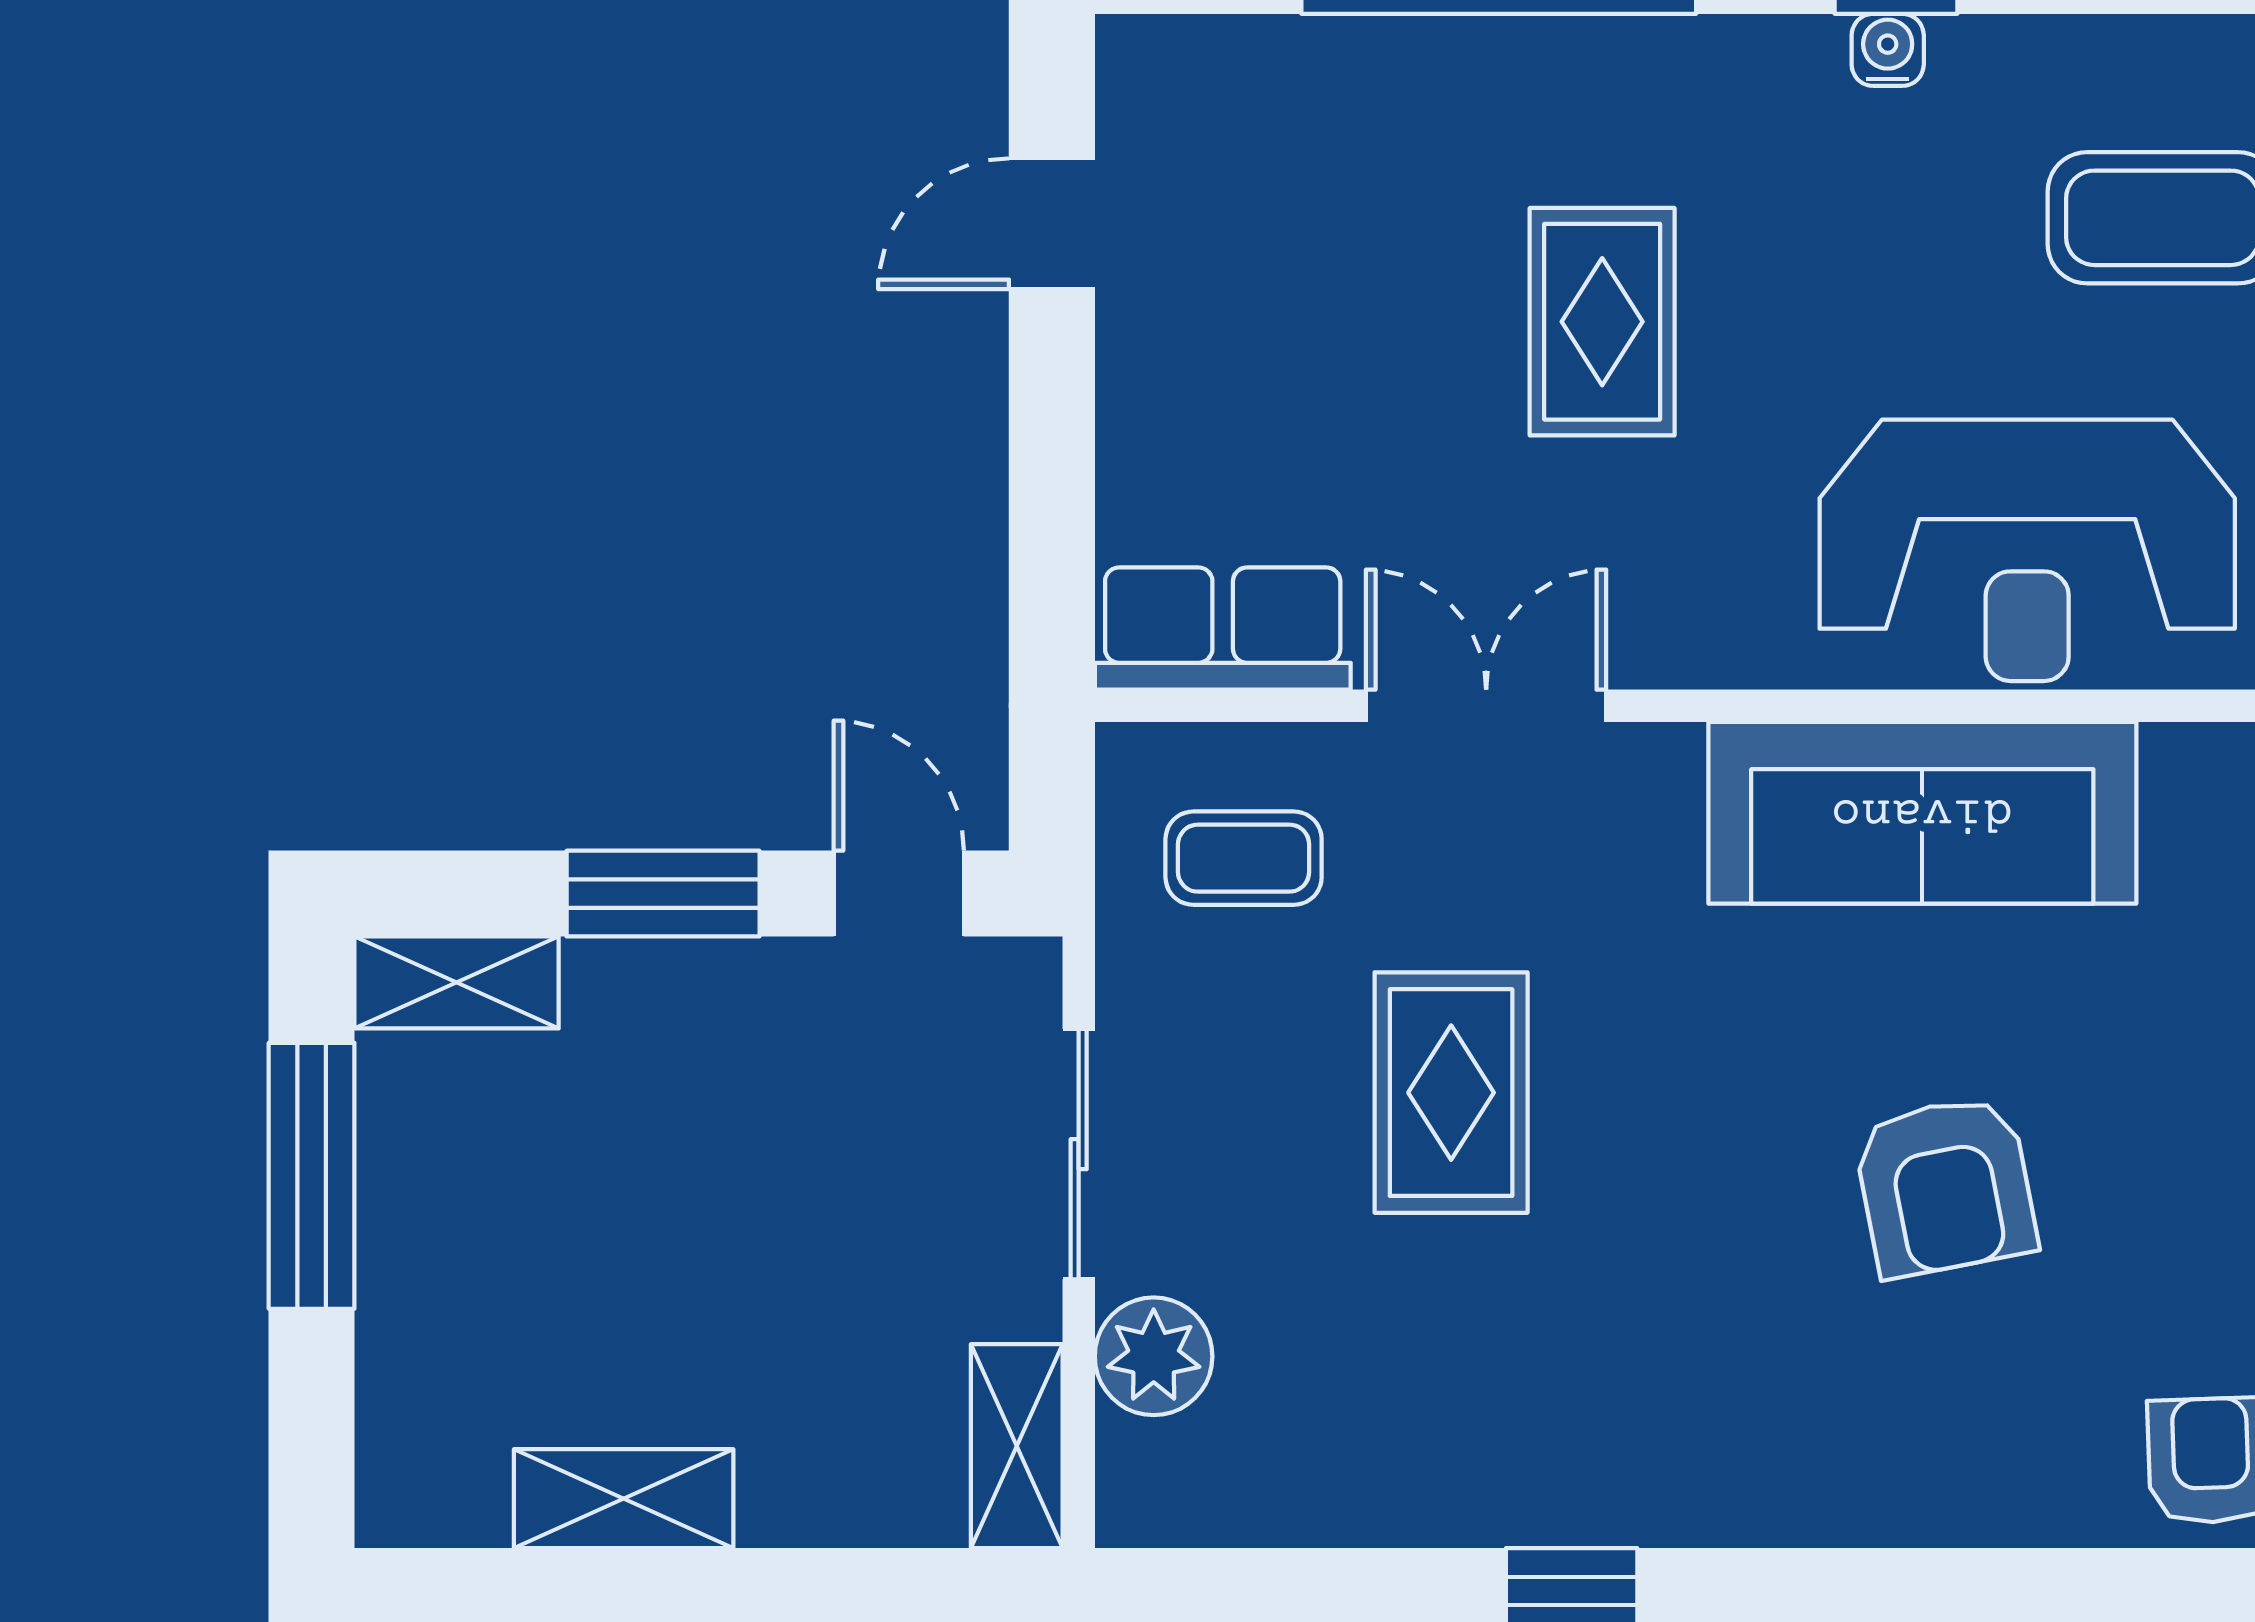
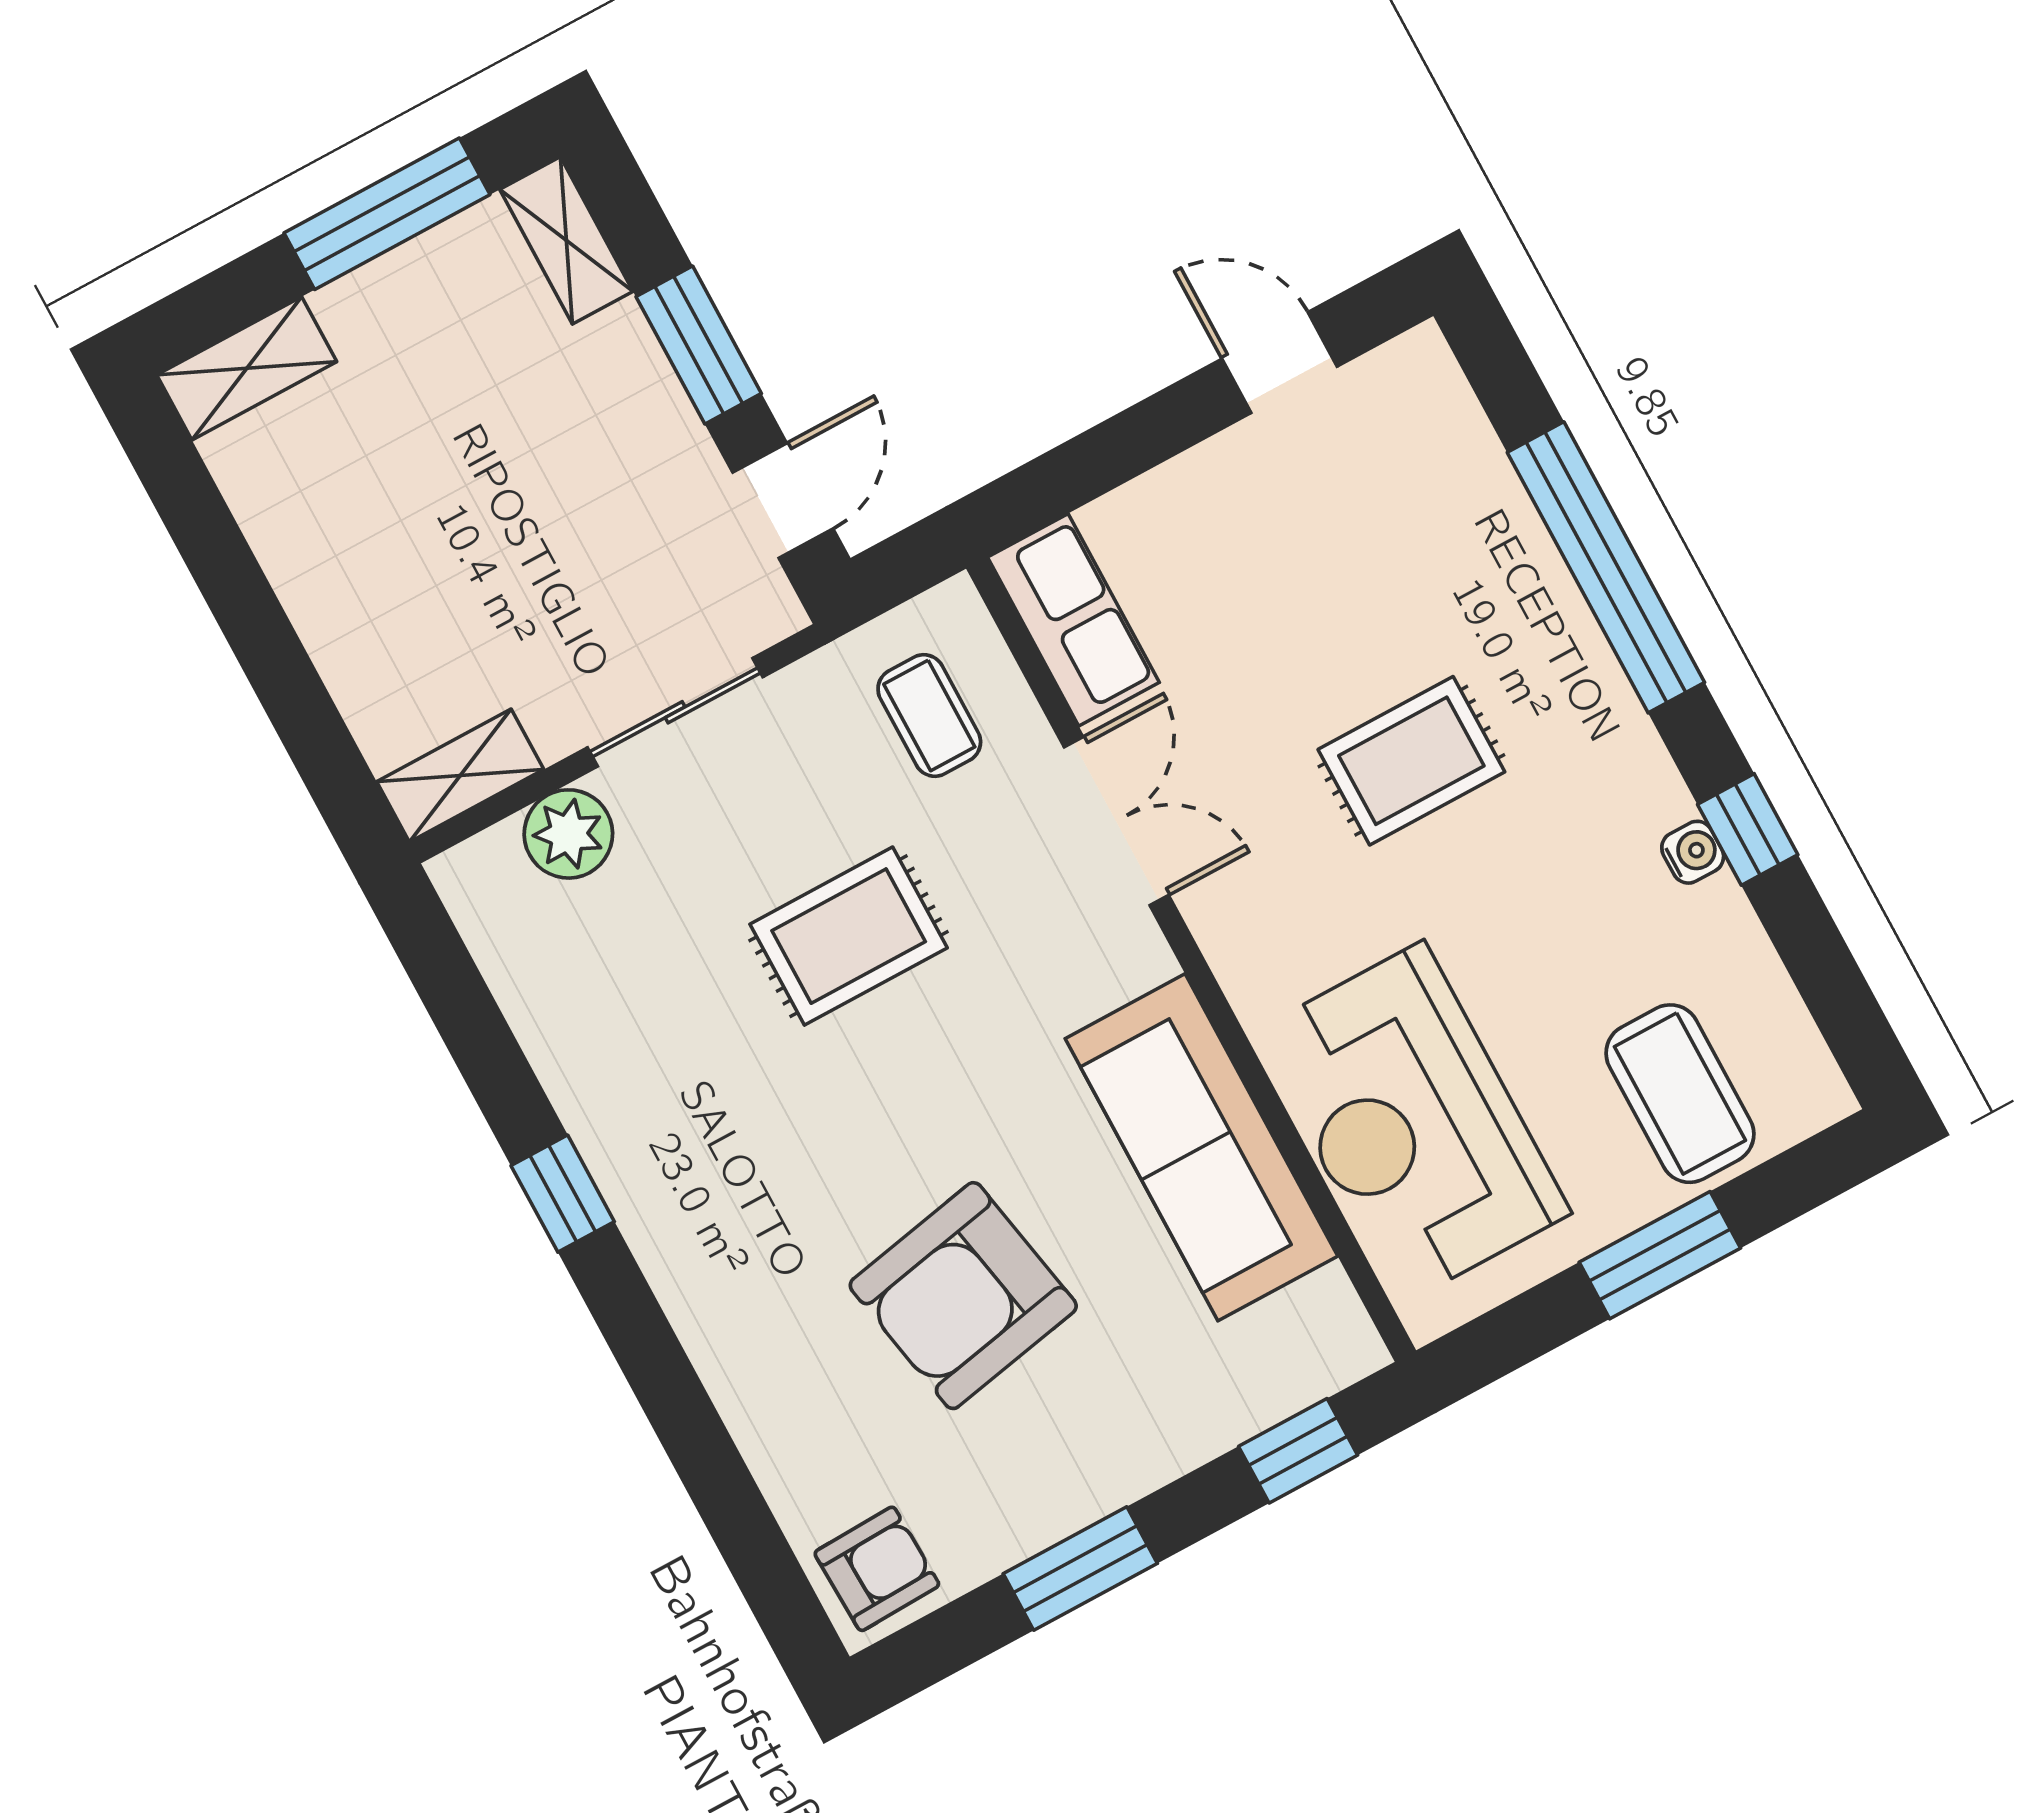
armchair: (1945, 1186) -> (963, 1296), width x1.36, depth x1.36
shelving: (624, 1499) -> (247, 368), moved, turned 90

